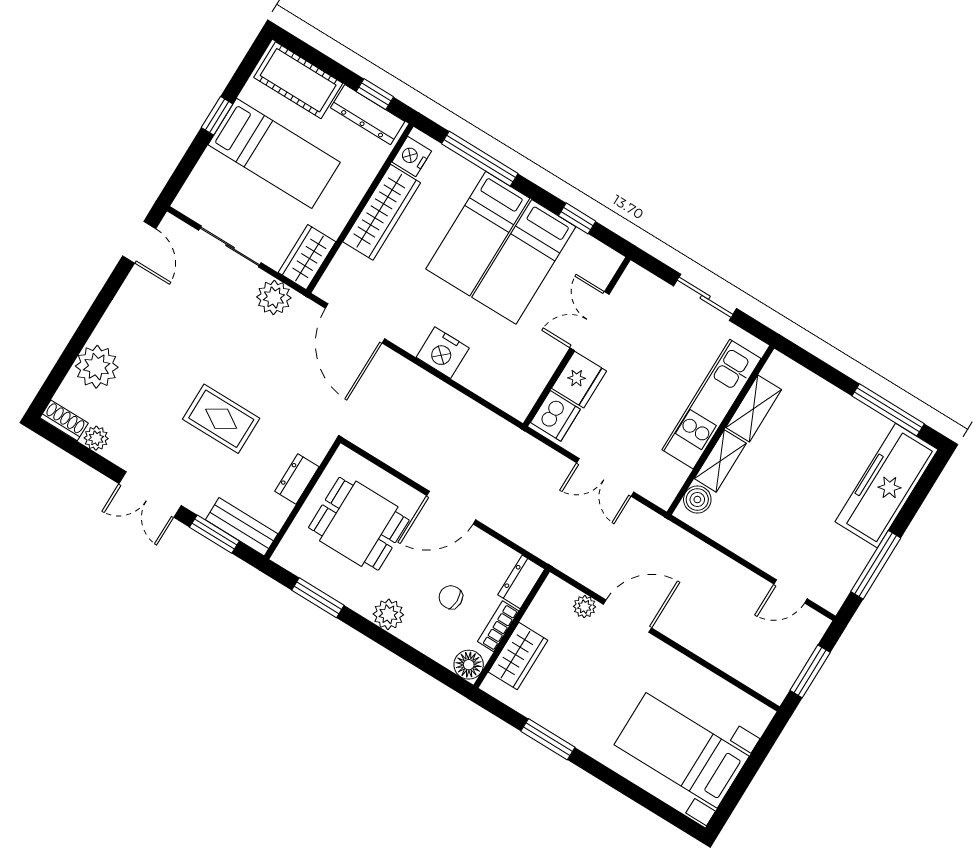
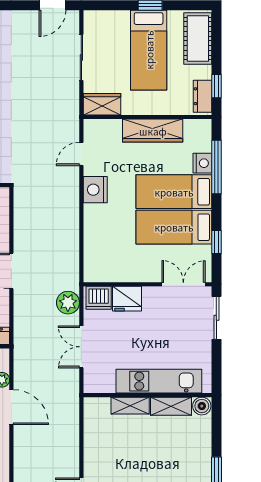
dresser: (368, 115) -> (203, 96), width x0.70
nightstand: (412, 156) -> (202, 163), moved, turned 90
plant: (274, 297) -> (68, 303), moved
sliding door: (705, 297) -> (216, 318), moved
double door: (589, 321) -> (183, 284), moved
door: (355, 323) -> (81, 154), width x0.53
nightstand: (443, 353) -> (95, 190), moved
boiler: (697, 500) -> (202, 406), moved

